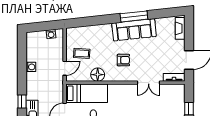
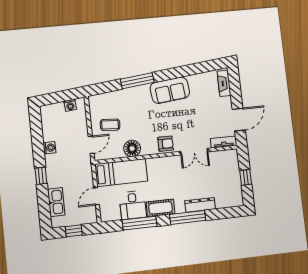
window: (134, 16) -> (137, 81), moved
sofa: (134, 30) -> (170, 90), width x0.73
armchair: (123, 60) -> (166, 144), moved
window: (22, 102) -> (41, 176), moved

